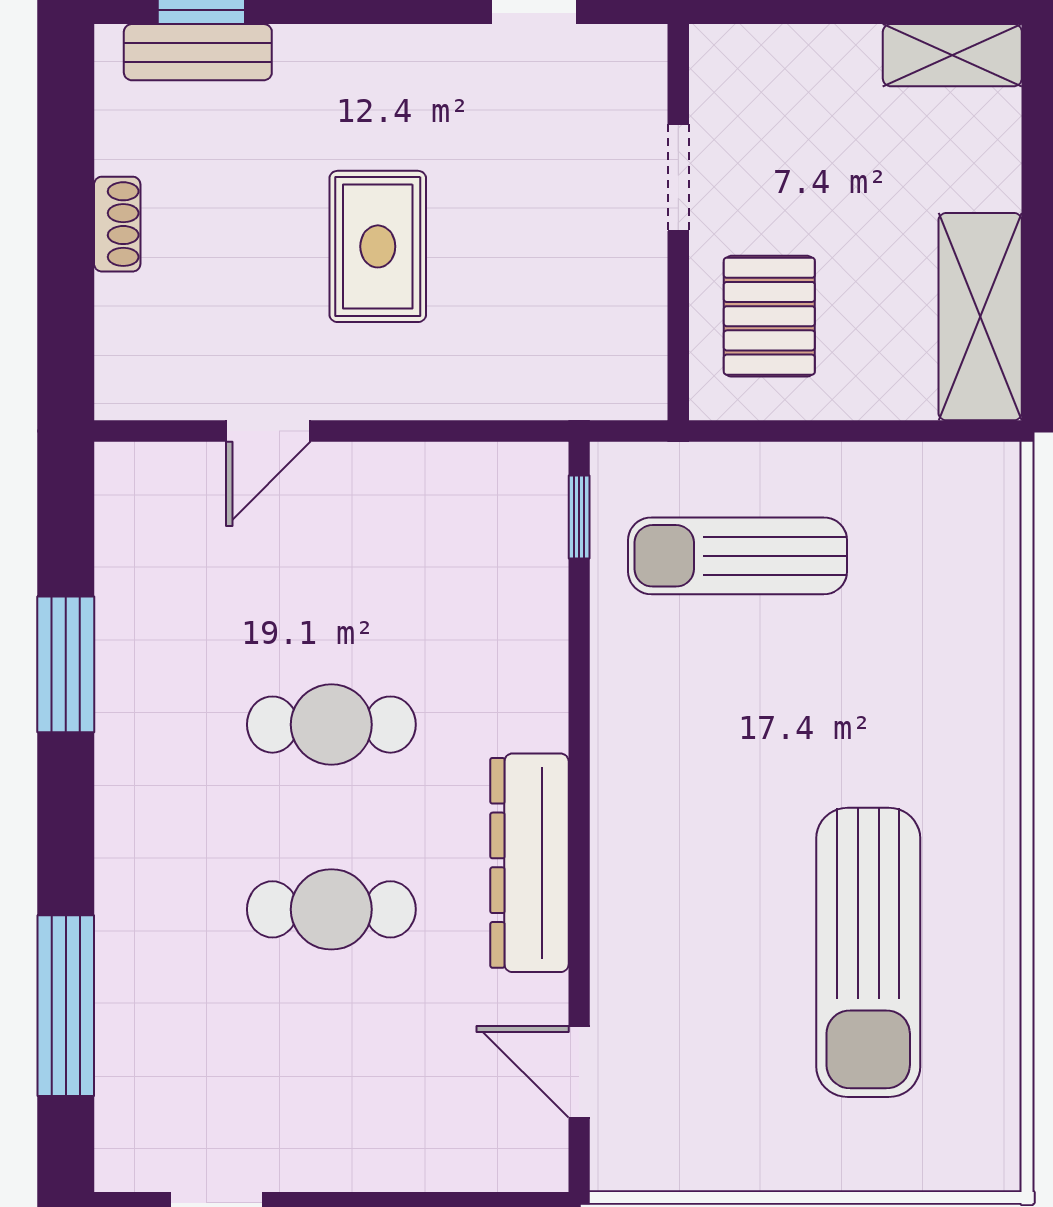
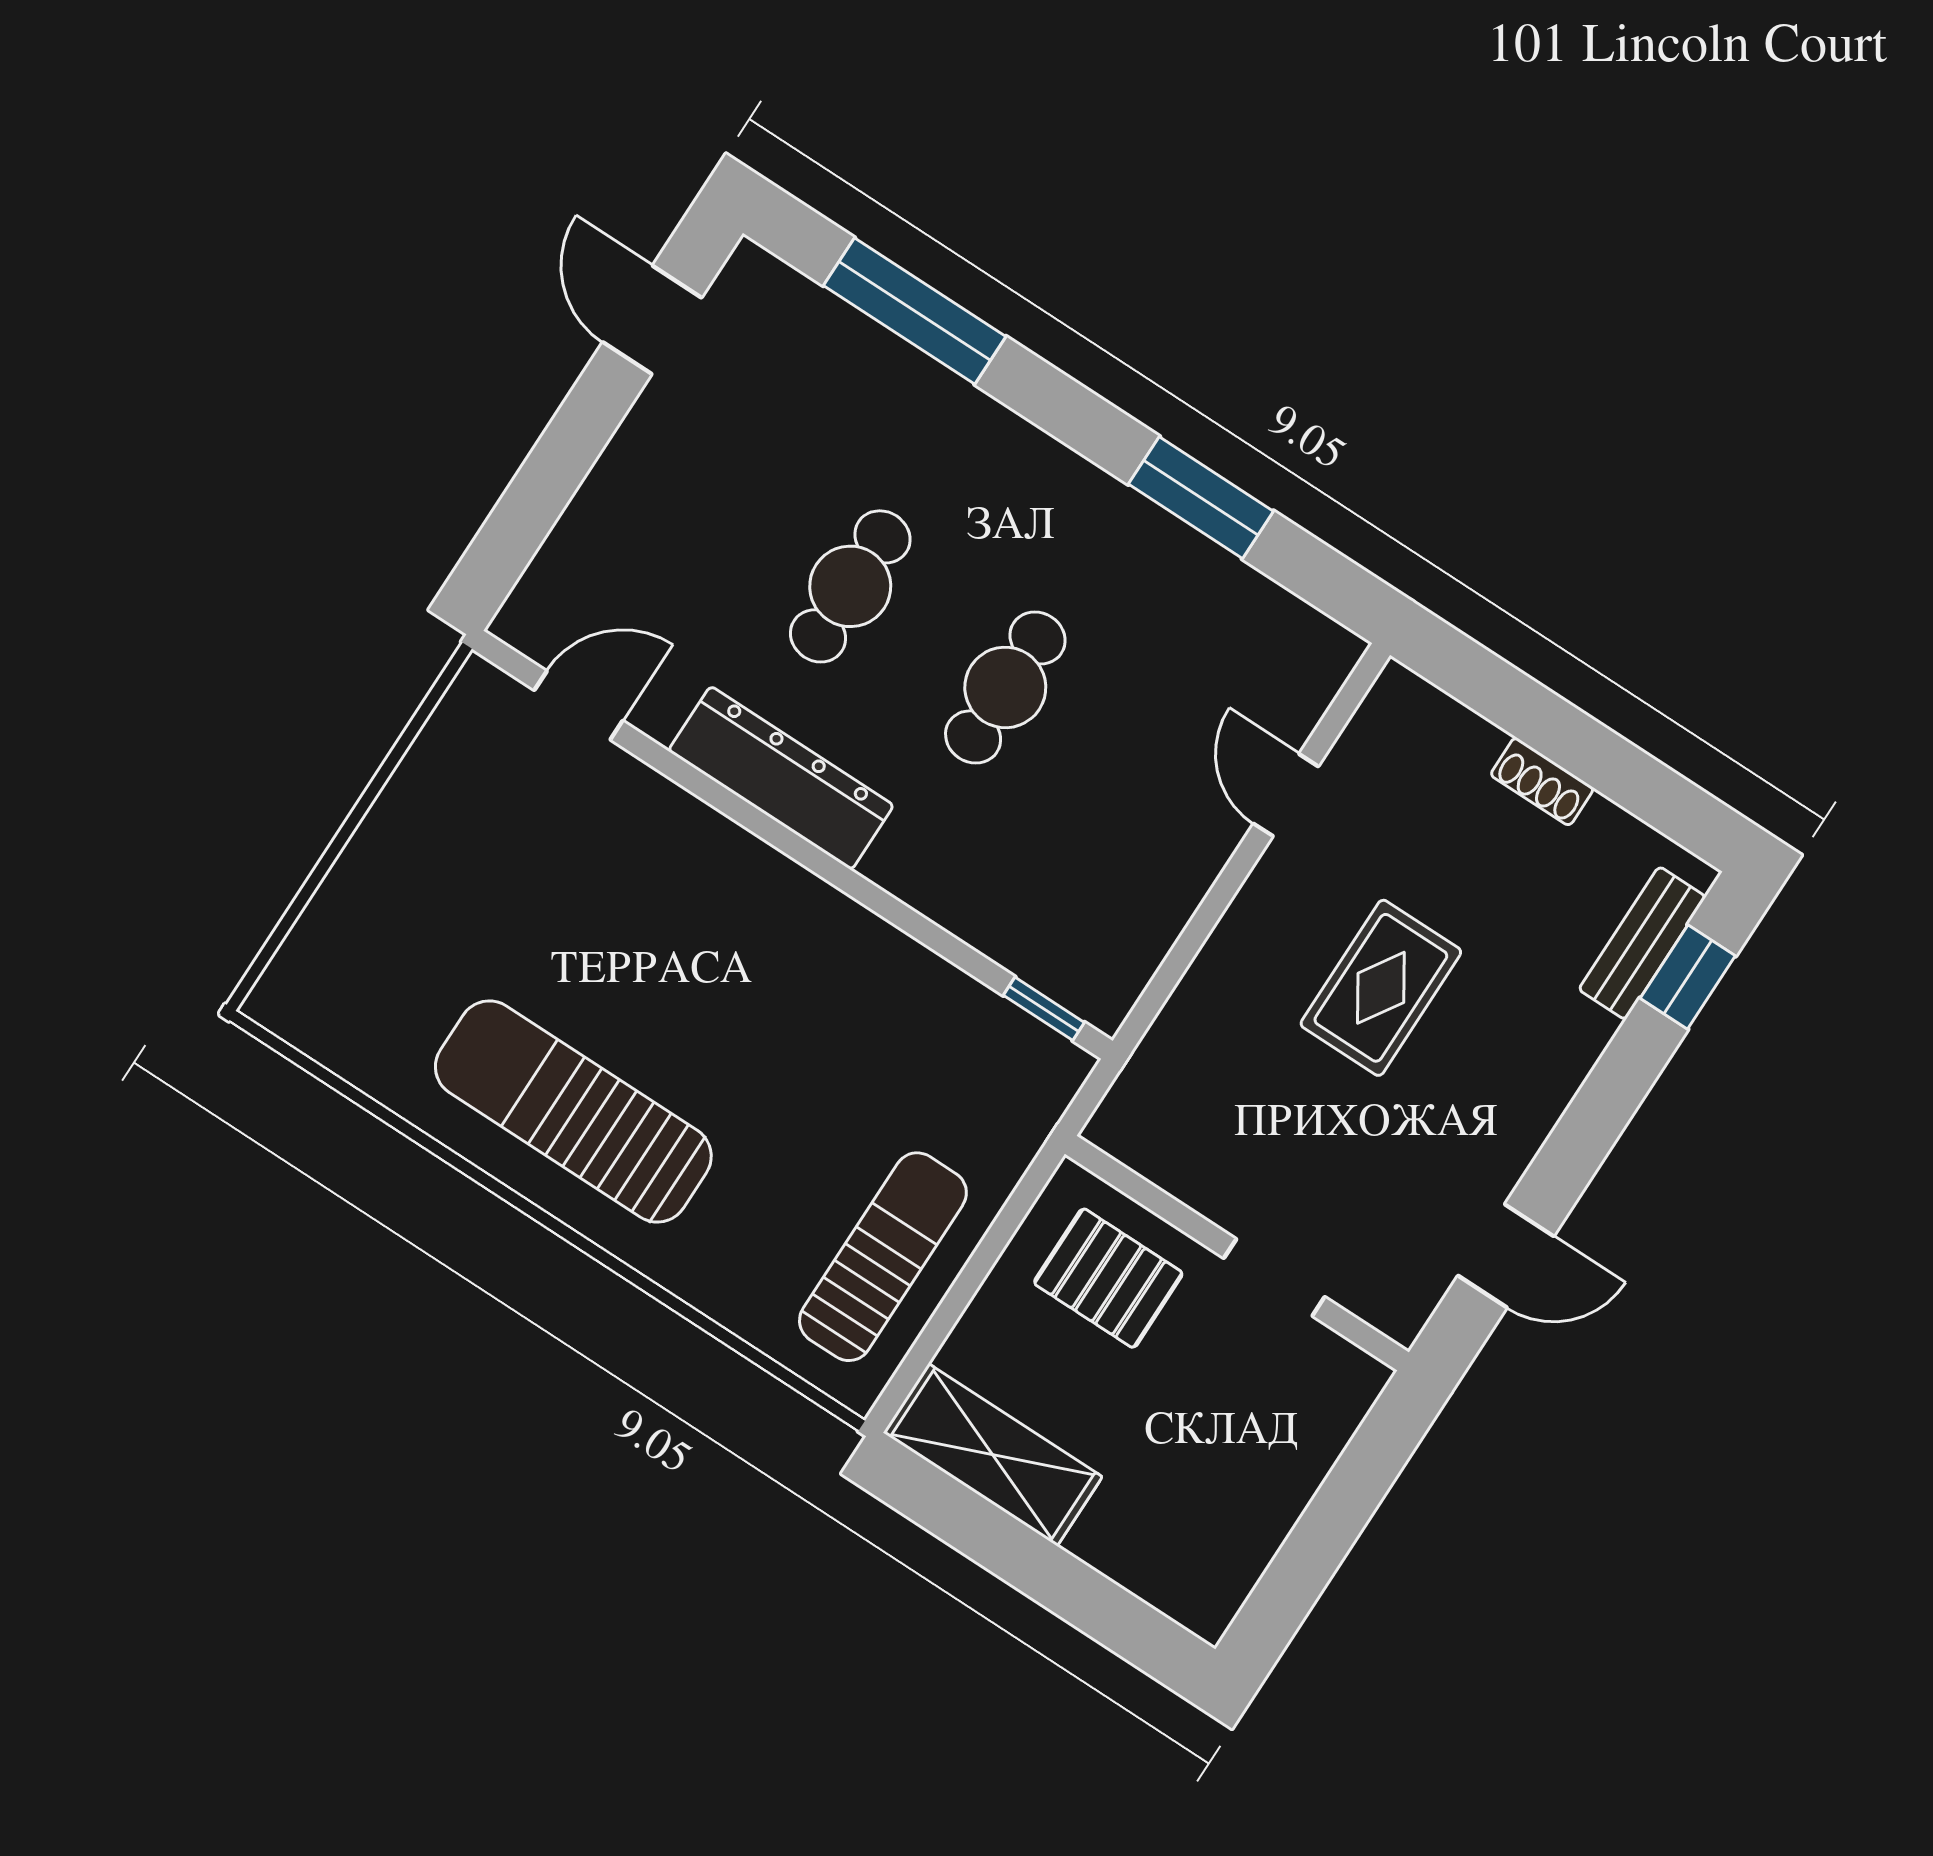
shelving: (952, 55) -> (1227, 1574), removed
rug: (378, 246) -> (1381, 988), turned 90
sun lounger: (738, 556) -> (883, 1257), moved
sun lounger: (868, 952) -> (573, 1111), moved

